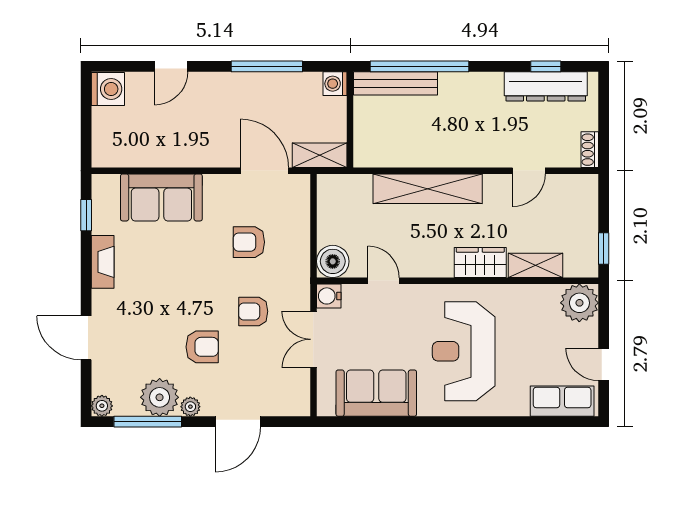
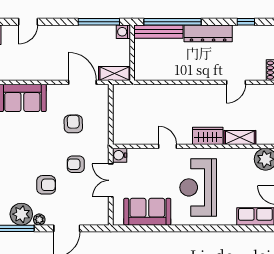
window: (267, 66) -> (99, 22), moved
dresser: (546, 86) -> (208, 33), moved
shelving: (428, 189) -> (177, 93), removed
armchair: (249, 242) -> (73, 124), turned 89
boiler: (333, 261) -> (122, 135), removed
door: (384, 281) -> (168, 146), moved

